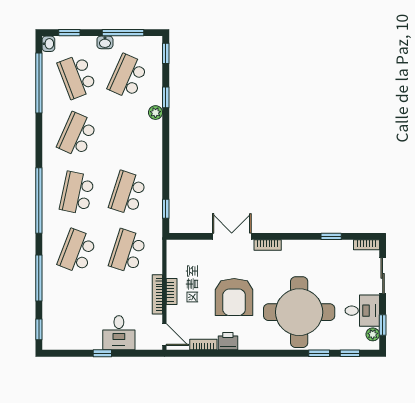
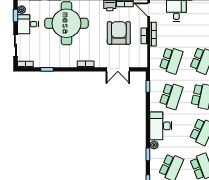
desk: (144, 144) -> (161, 126), added
double door: (232, 236) -> (118, 69), moved
armchair: (234, 297) -> (119, 33), moved

